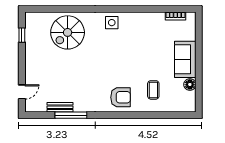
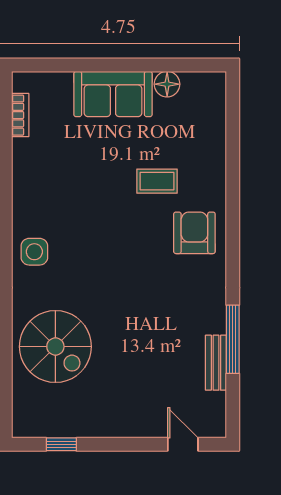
coffee table: (153, 90) -> (157, 181), moved

